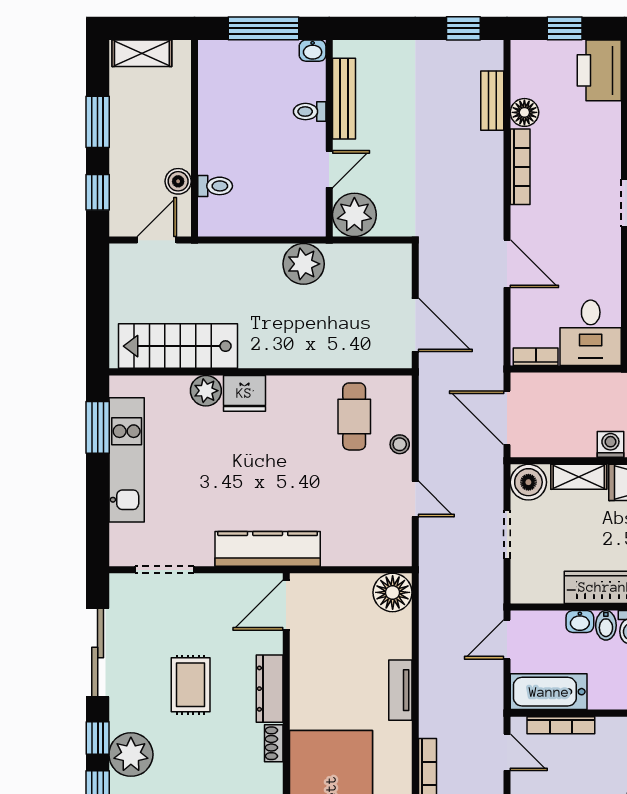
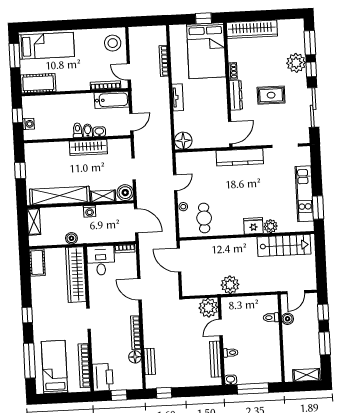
door: (415, 499) -> (175, 183), swing flipped
rug: (191, 685) -> (271, 95), turned 90

